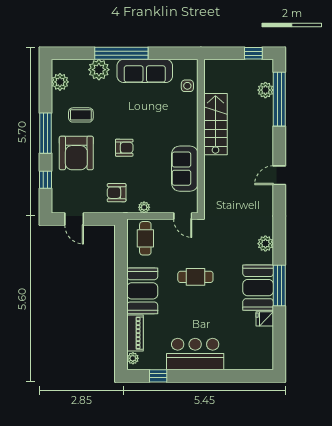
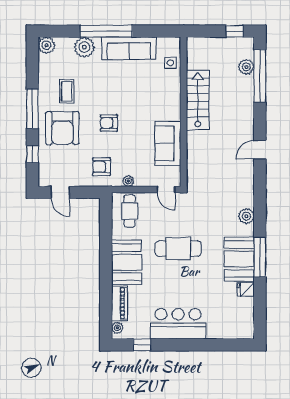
plant: (60, 82) -> (46, 45), moved
coffee table: (81, 115) -> (67, 91), turned 90
armchair: (124, 148) -> (109, 123), turned 180
cafe table: (195, 277) -> (178, 249), width x1.37, depth x1.35

